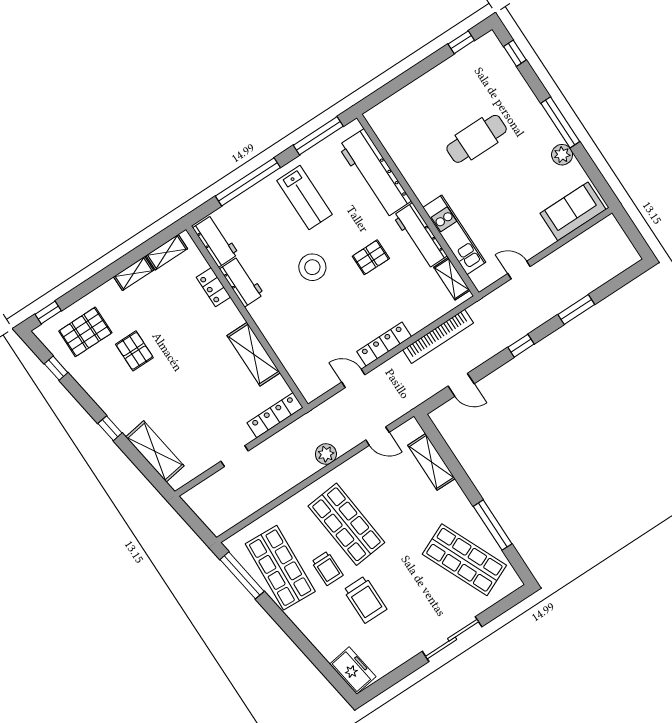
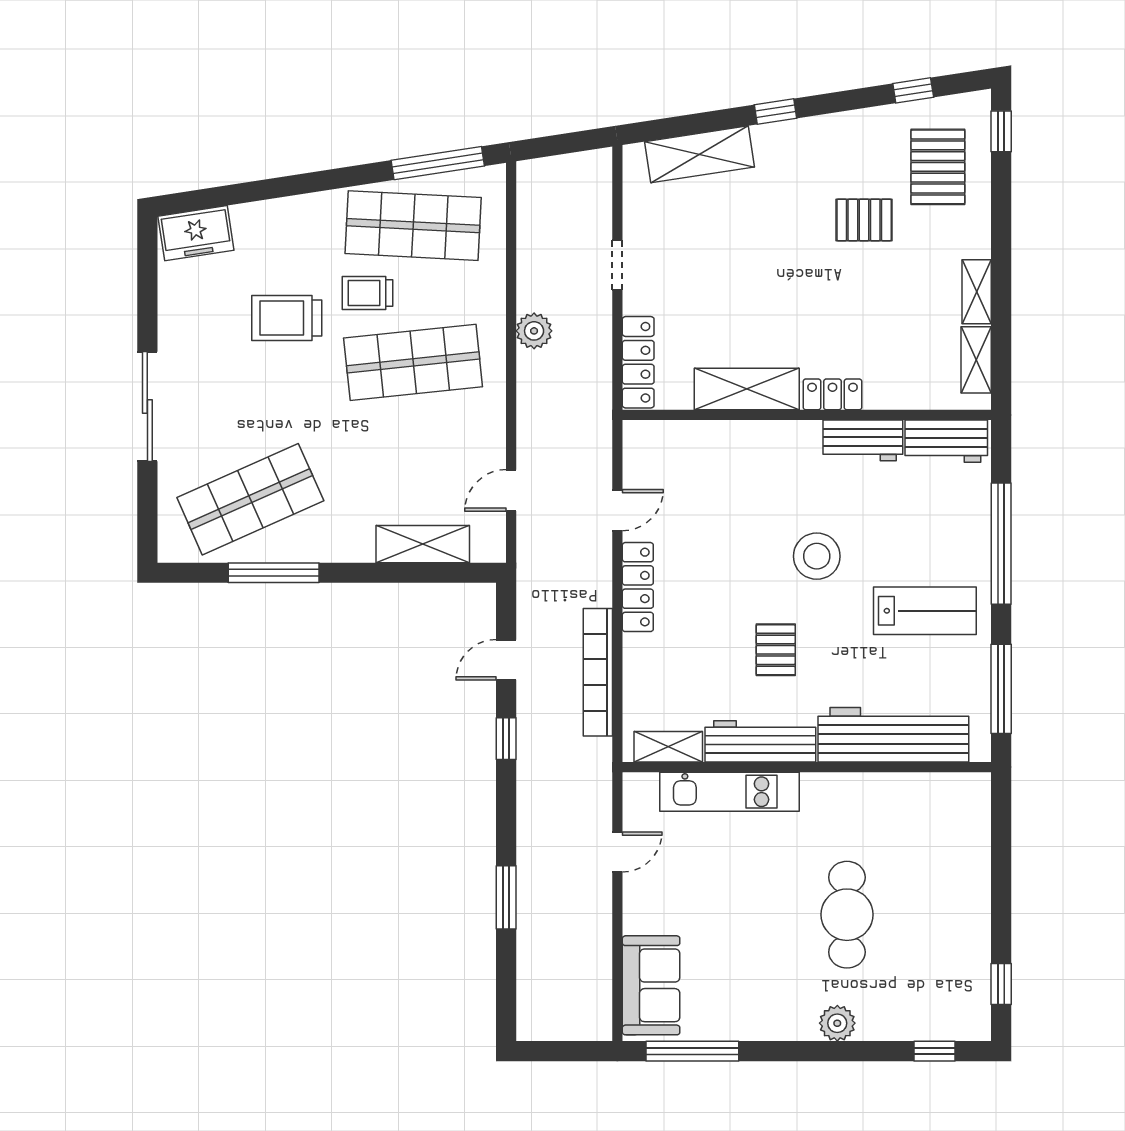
window: (560, 122) -> (692, 1051), moved
plant: (562, 155) -> (837, 1023), moved
lab bench: (305, 198) -> (925, 611), turned 180
locker: (213, 287) -> (833, 394), moved
window: (521, 346) -> (506, 739), moved
plant: (326, 454) -> (534, 331), moved

